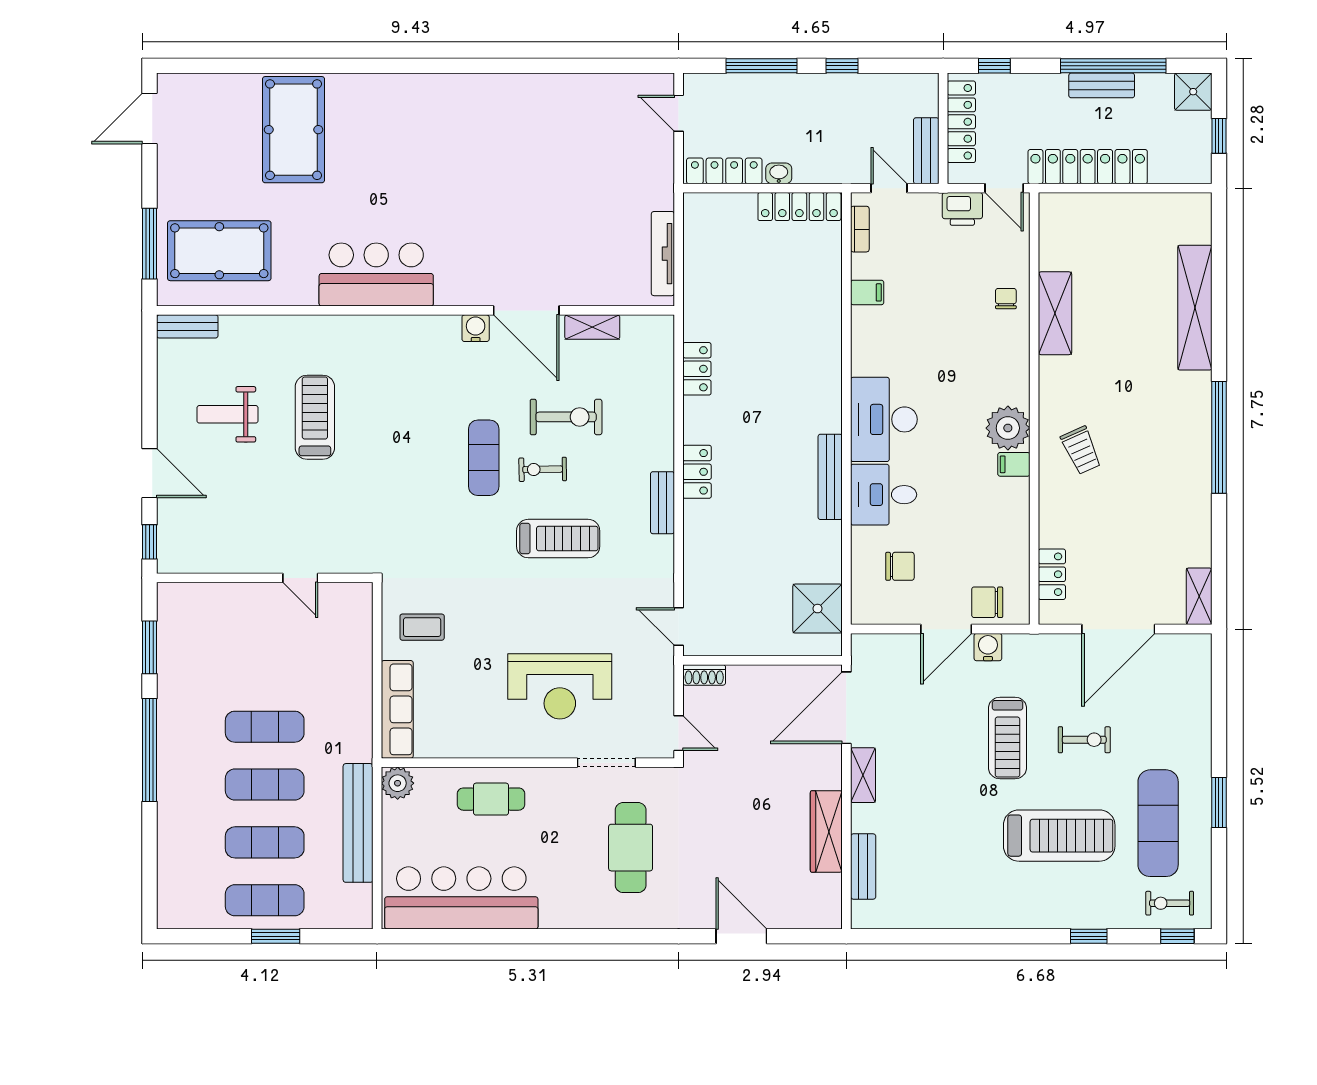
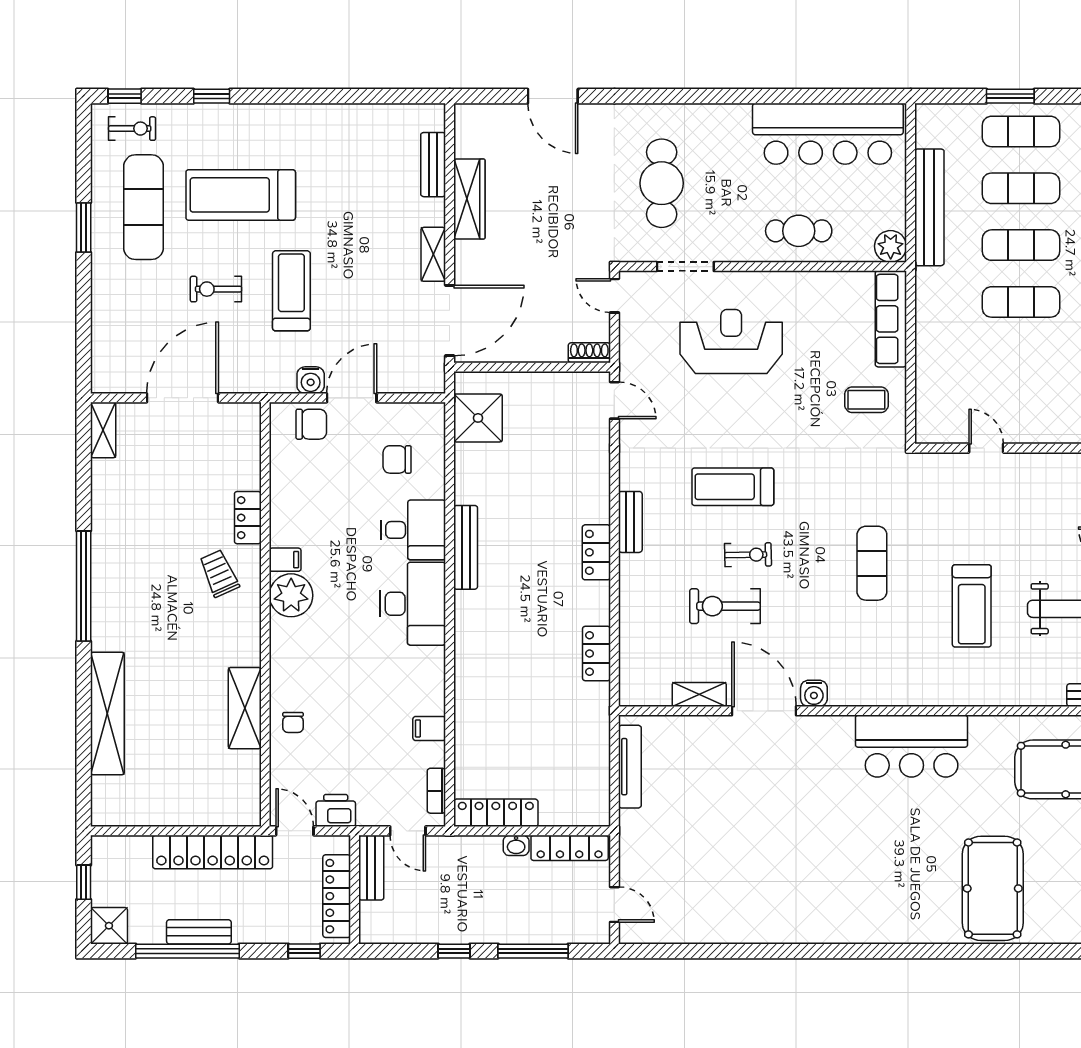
exercise mat: (484, 458) -> (872, 563), moved
locker: (1052, 574) -> (248, 518), moved

